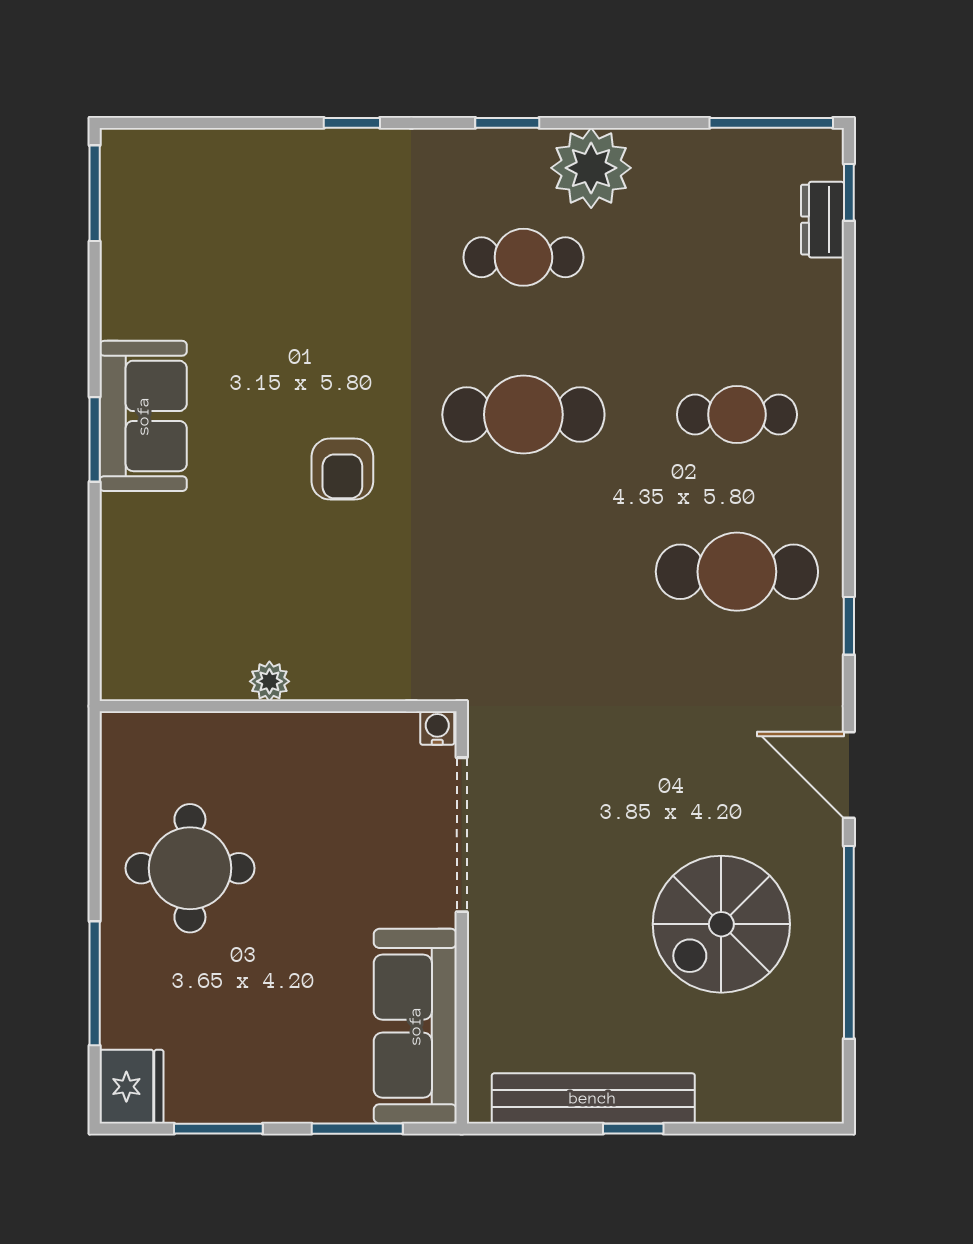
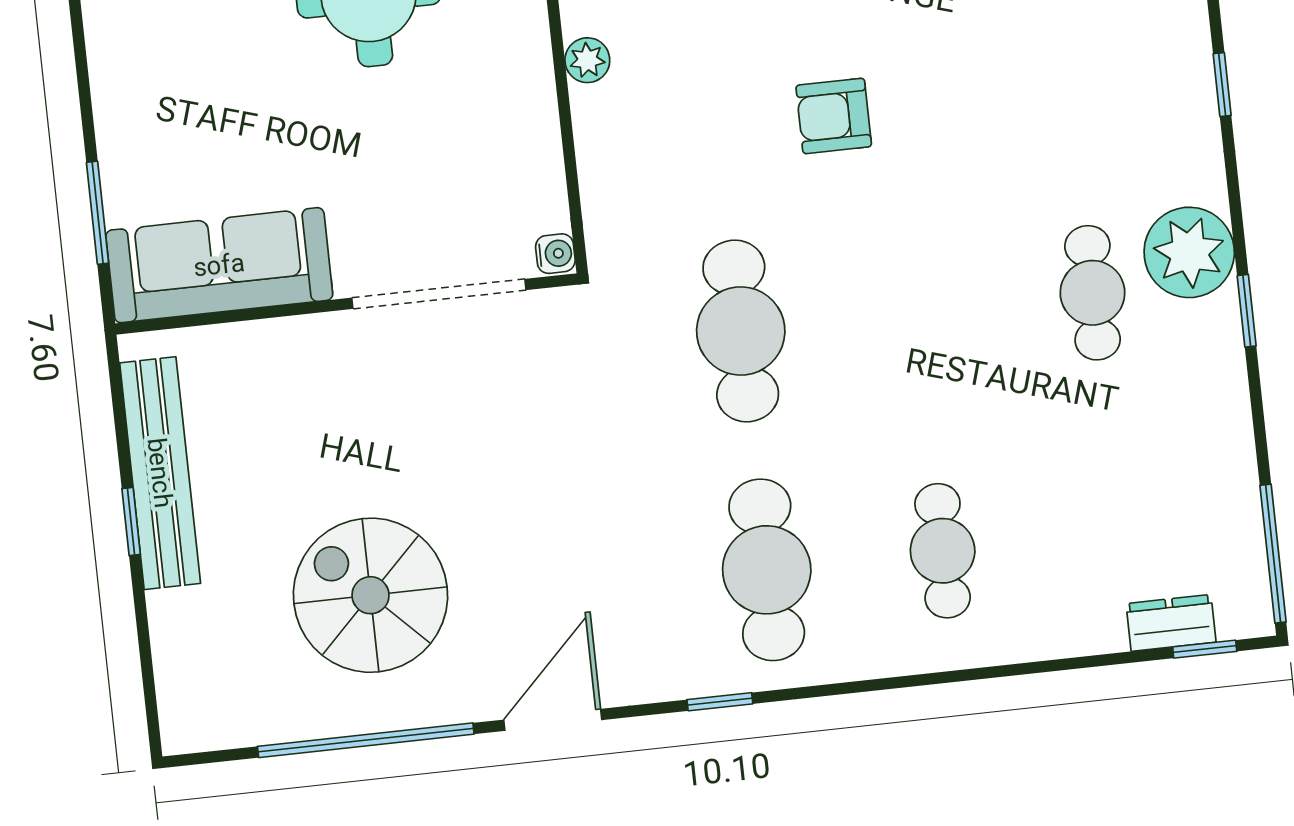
window: (507, 123) -> (1247, 311), moved
plant: (591, 168) -> (1189, 252), moved
cafe table: (523, 415) -> (741, 331), moved
window: (218, 1129) -> (81, 57), removed

